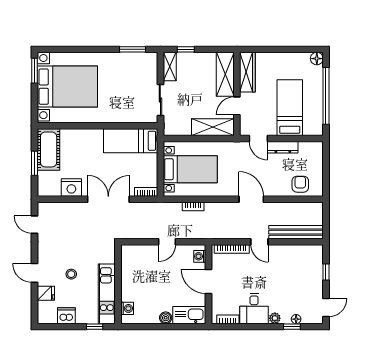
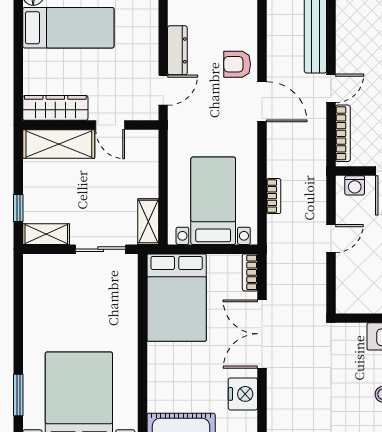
window: (132, 49) -> (18, 395), moved
bed: (290, 108) -> (68, 28), moved, turned 180
shelving: (213, 127) -> (148, 222), moved, width x0.67, depth x0.75
bed: (131, 141) -> (177, 298), width x1.50
armchair: (300, 184) -> (237, 64), moved
door: (251, 199) -> (262, 102), swing flipped
door: (167, 242) -> (331, 239), hinge flipped

